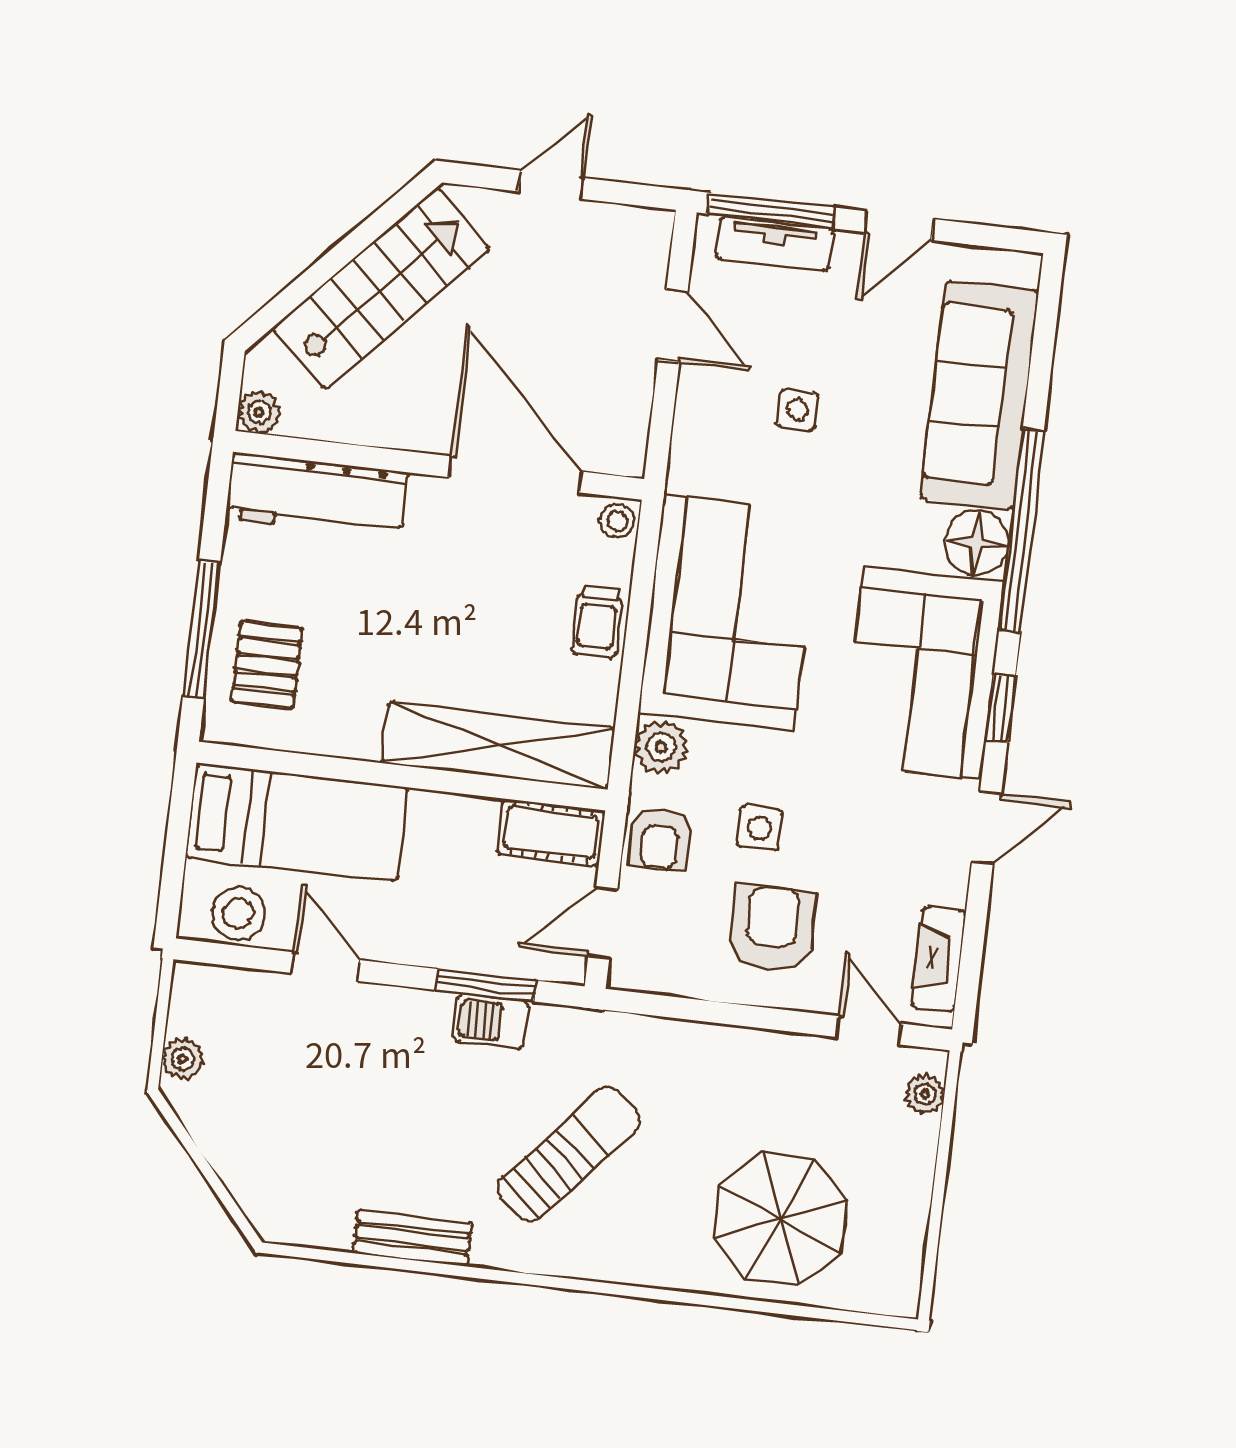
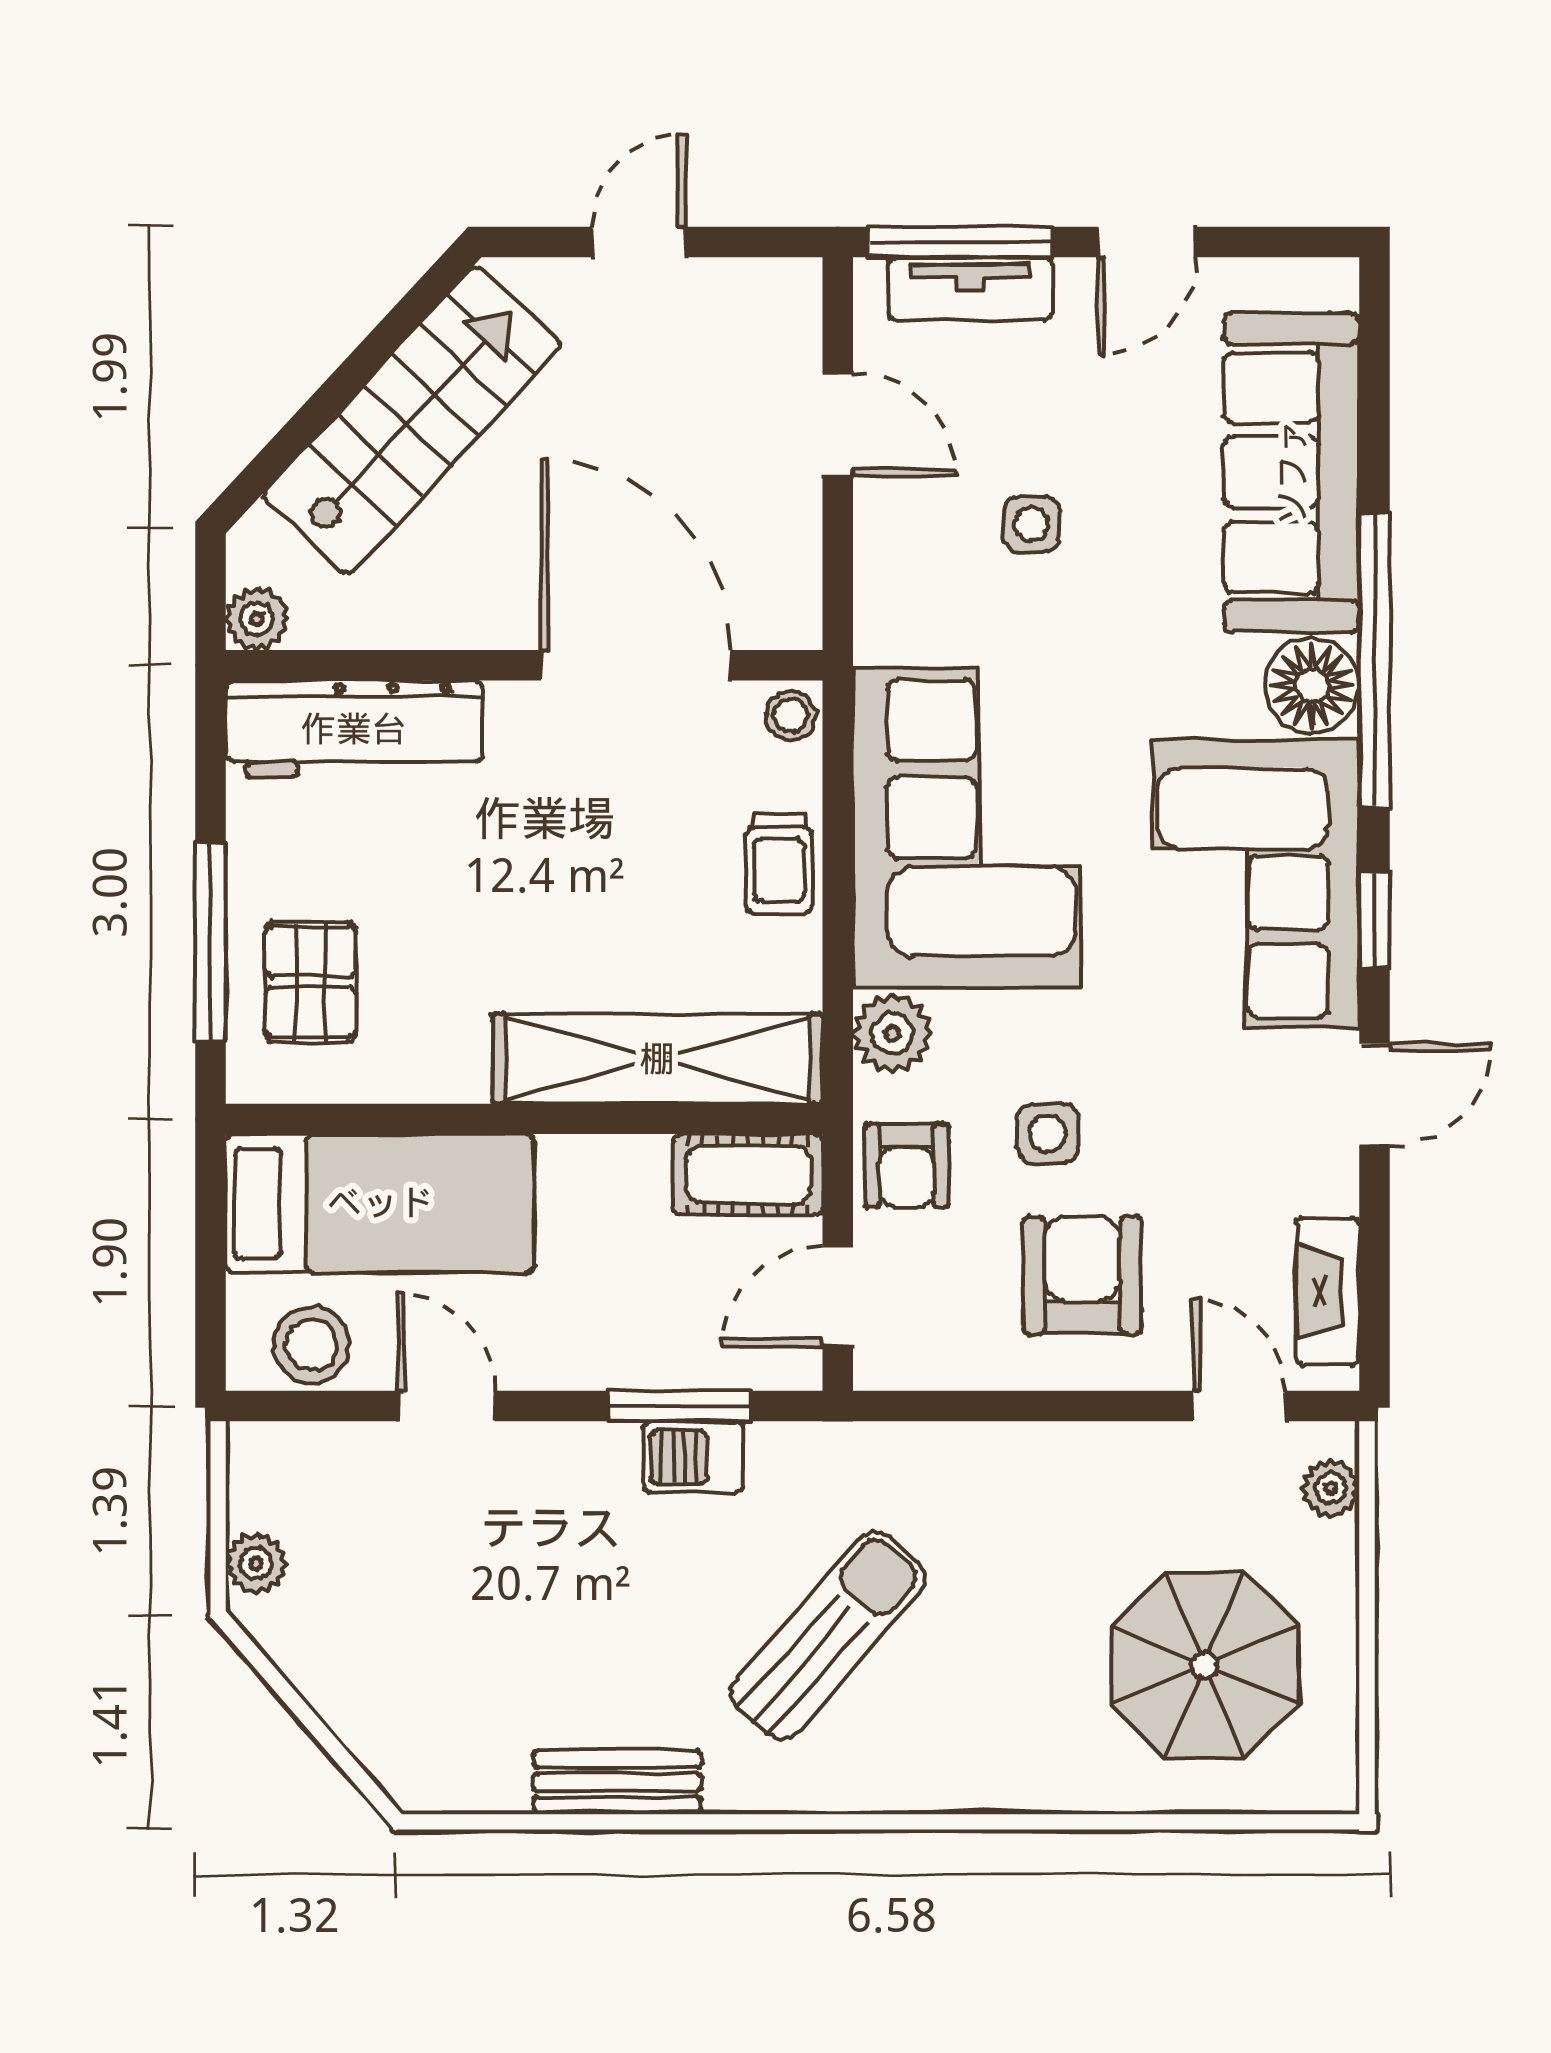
parasol: (780, 1219) -> (1205, 1665), moved

